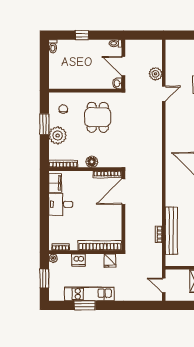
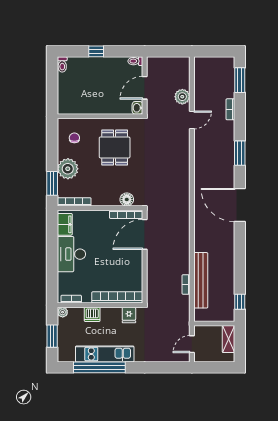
door: (123, 66) -> (145, 88), hinge flipped
window: (44, 124) -> (52, 183), moved
floor lamp: (92, 162) -> (127, 199), moved
desk: (61, 204) -> (71, 254), width x1.37
door: (164, 285) -> (192, 344), hinge flipped
window: (85, 305) -> (99, 367), width x2.11

